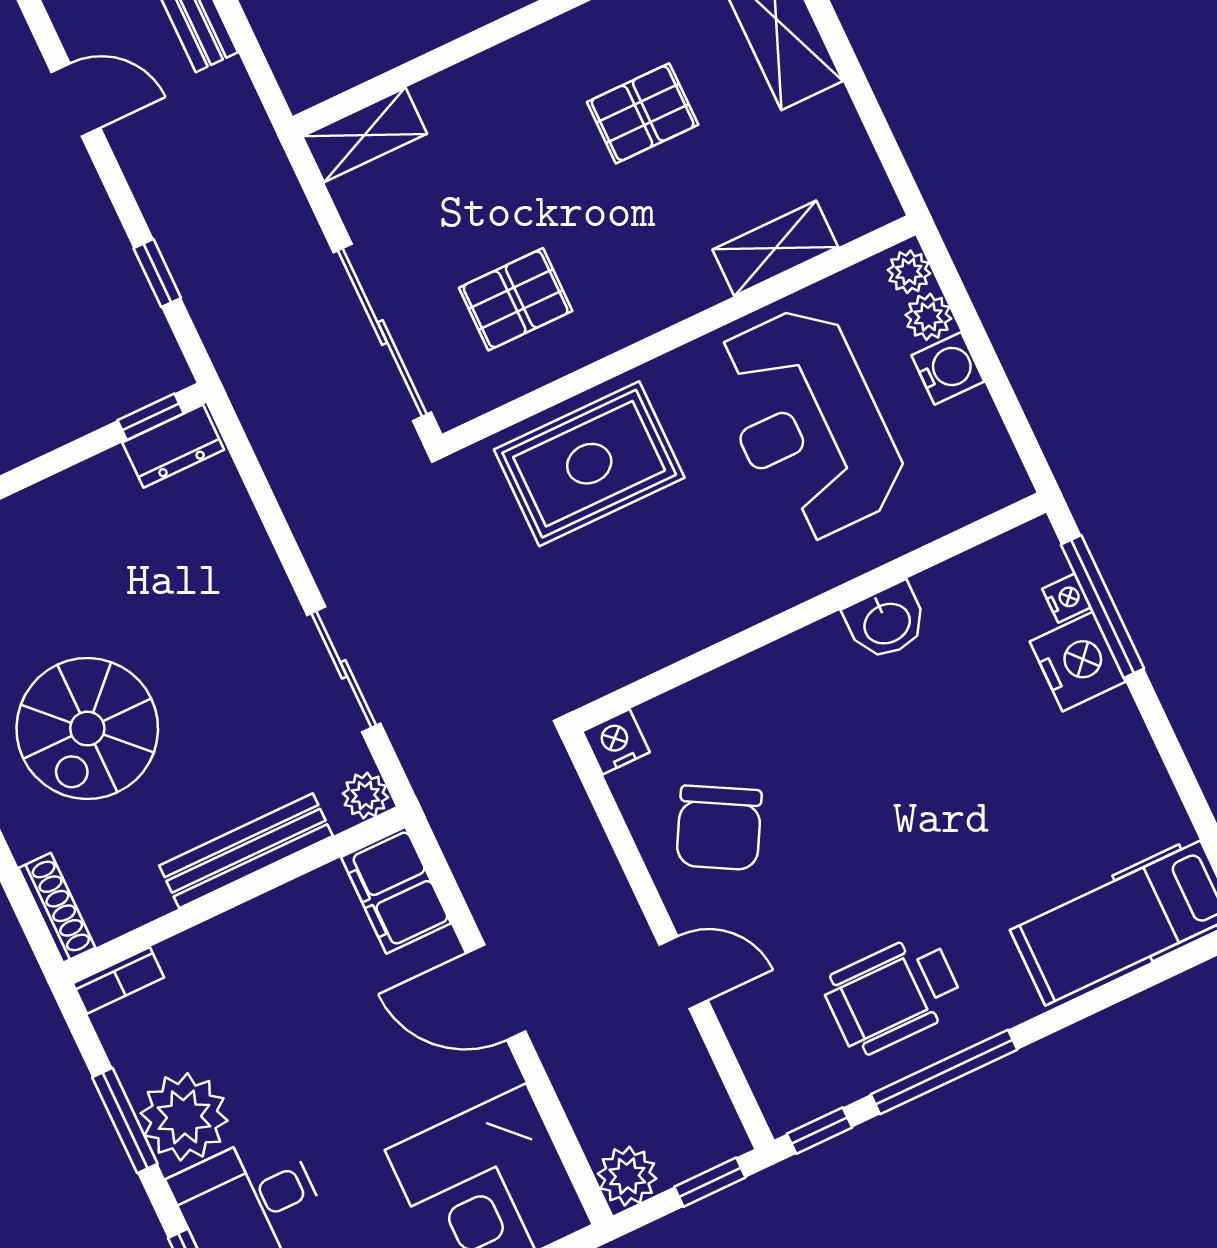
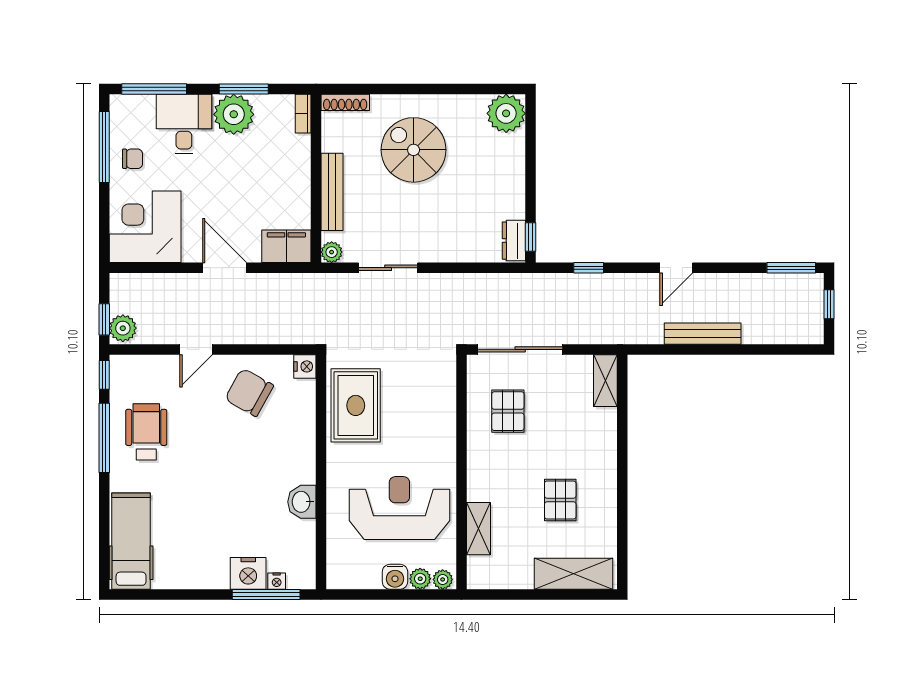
rug: (589, 464) -> (356, 405), moved
door: (496, 992) -> (225, 268), hinge flipped
plant: (627, 1176) -> (123, 328), moved

